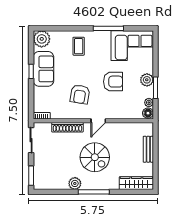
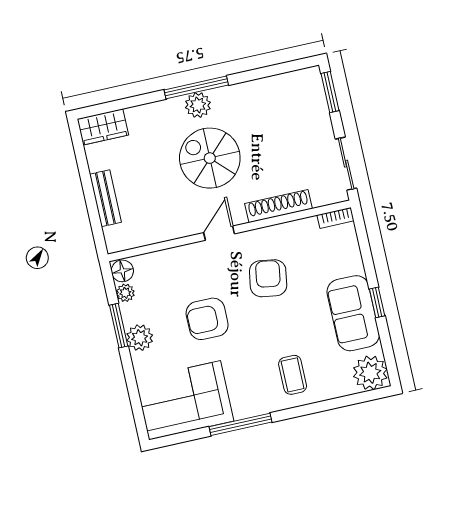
plant: (75, 183) -> (198, 105), moved
wardrobe: (136, 183) -> (103, 127), width x0.67

